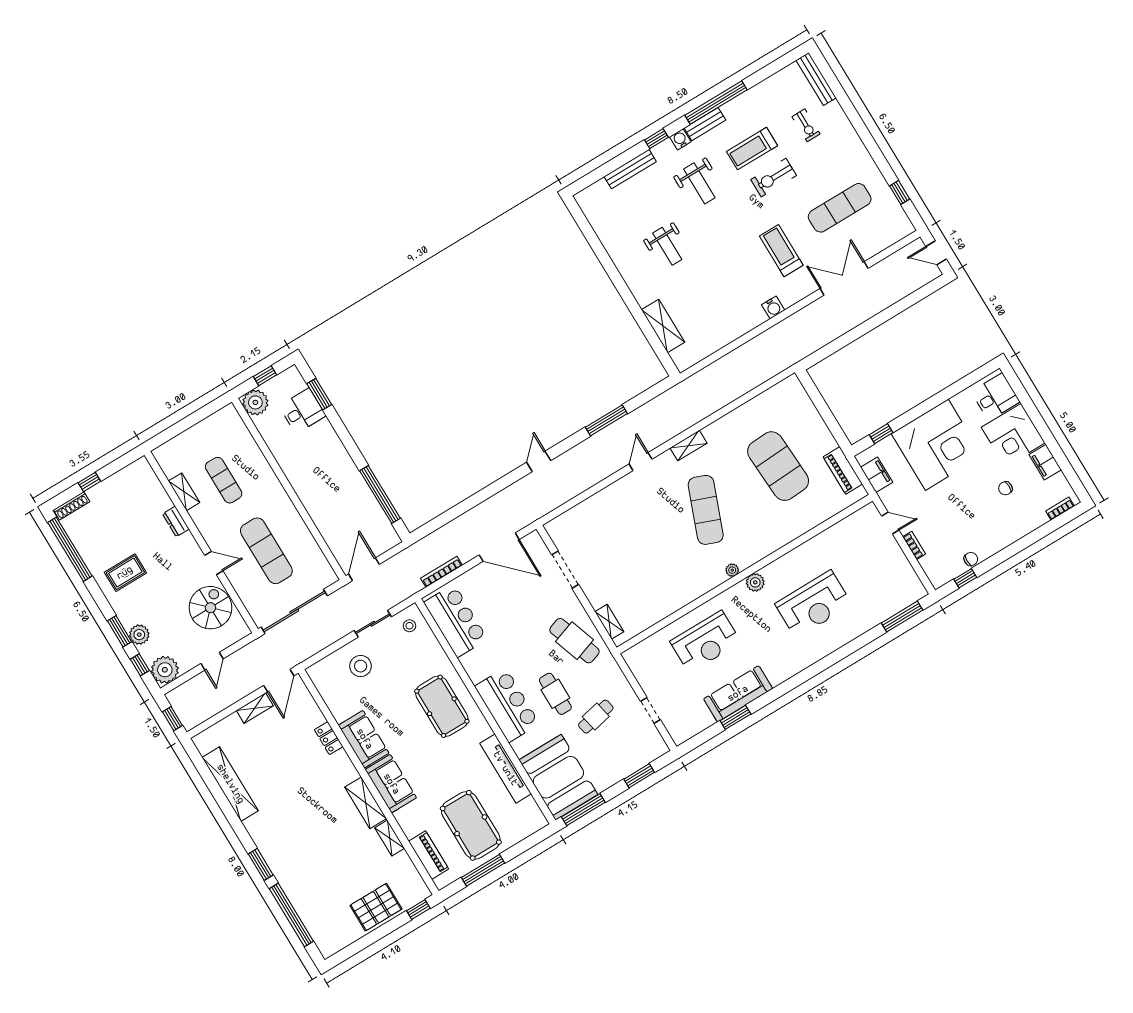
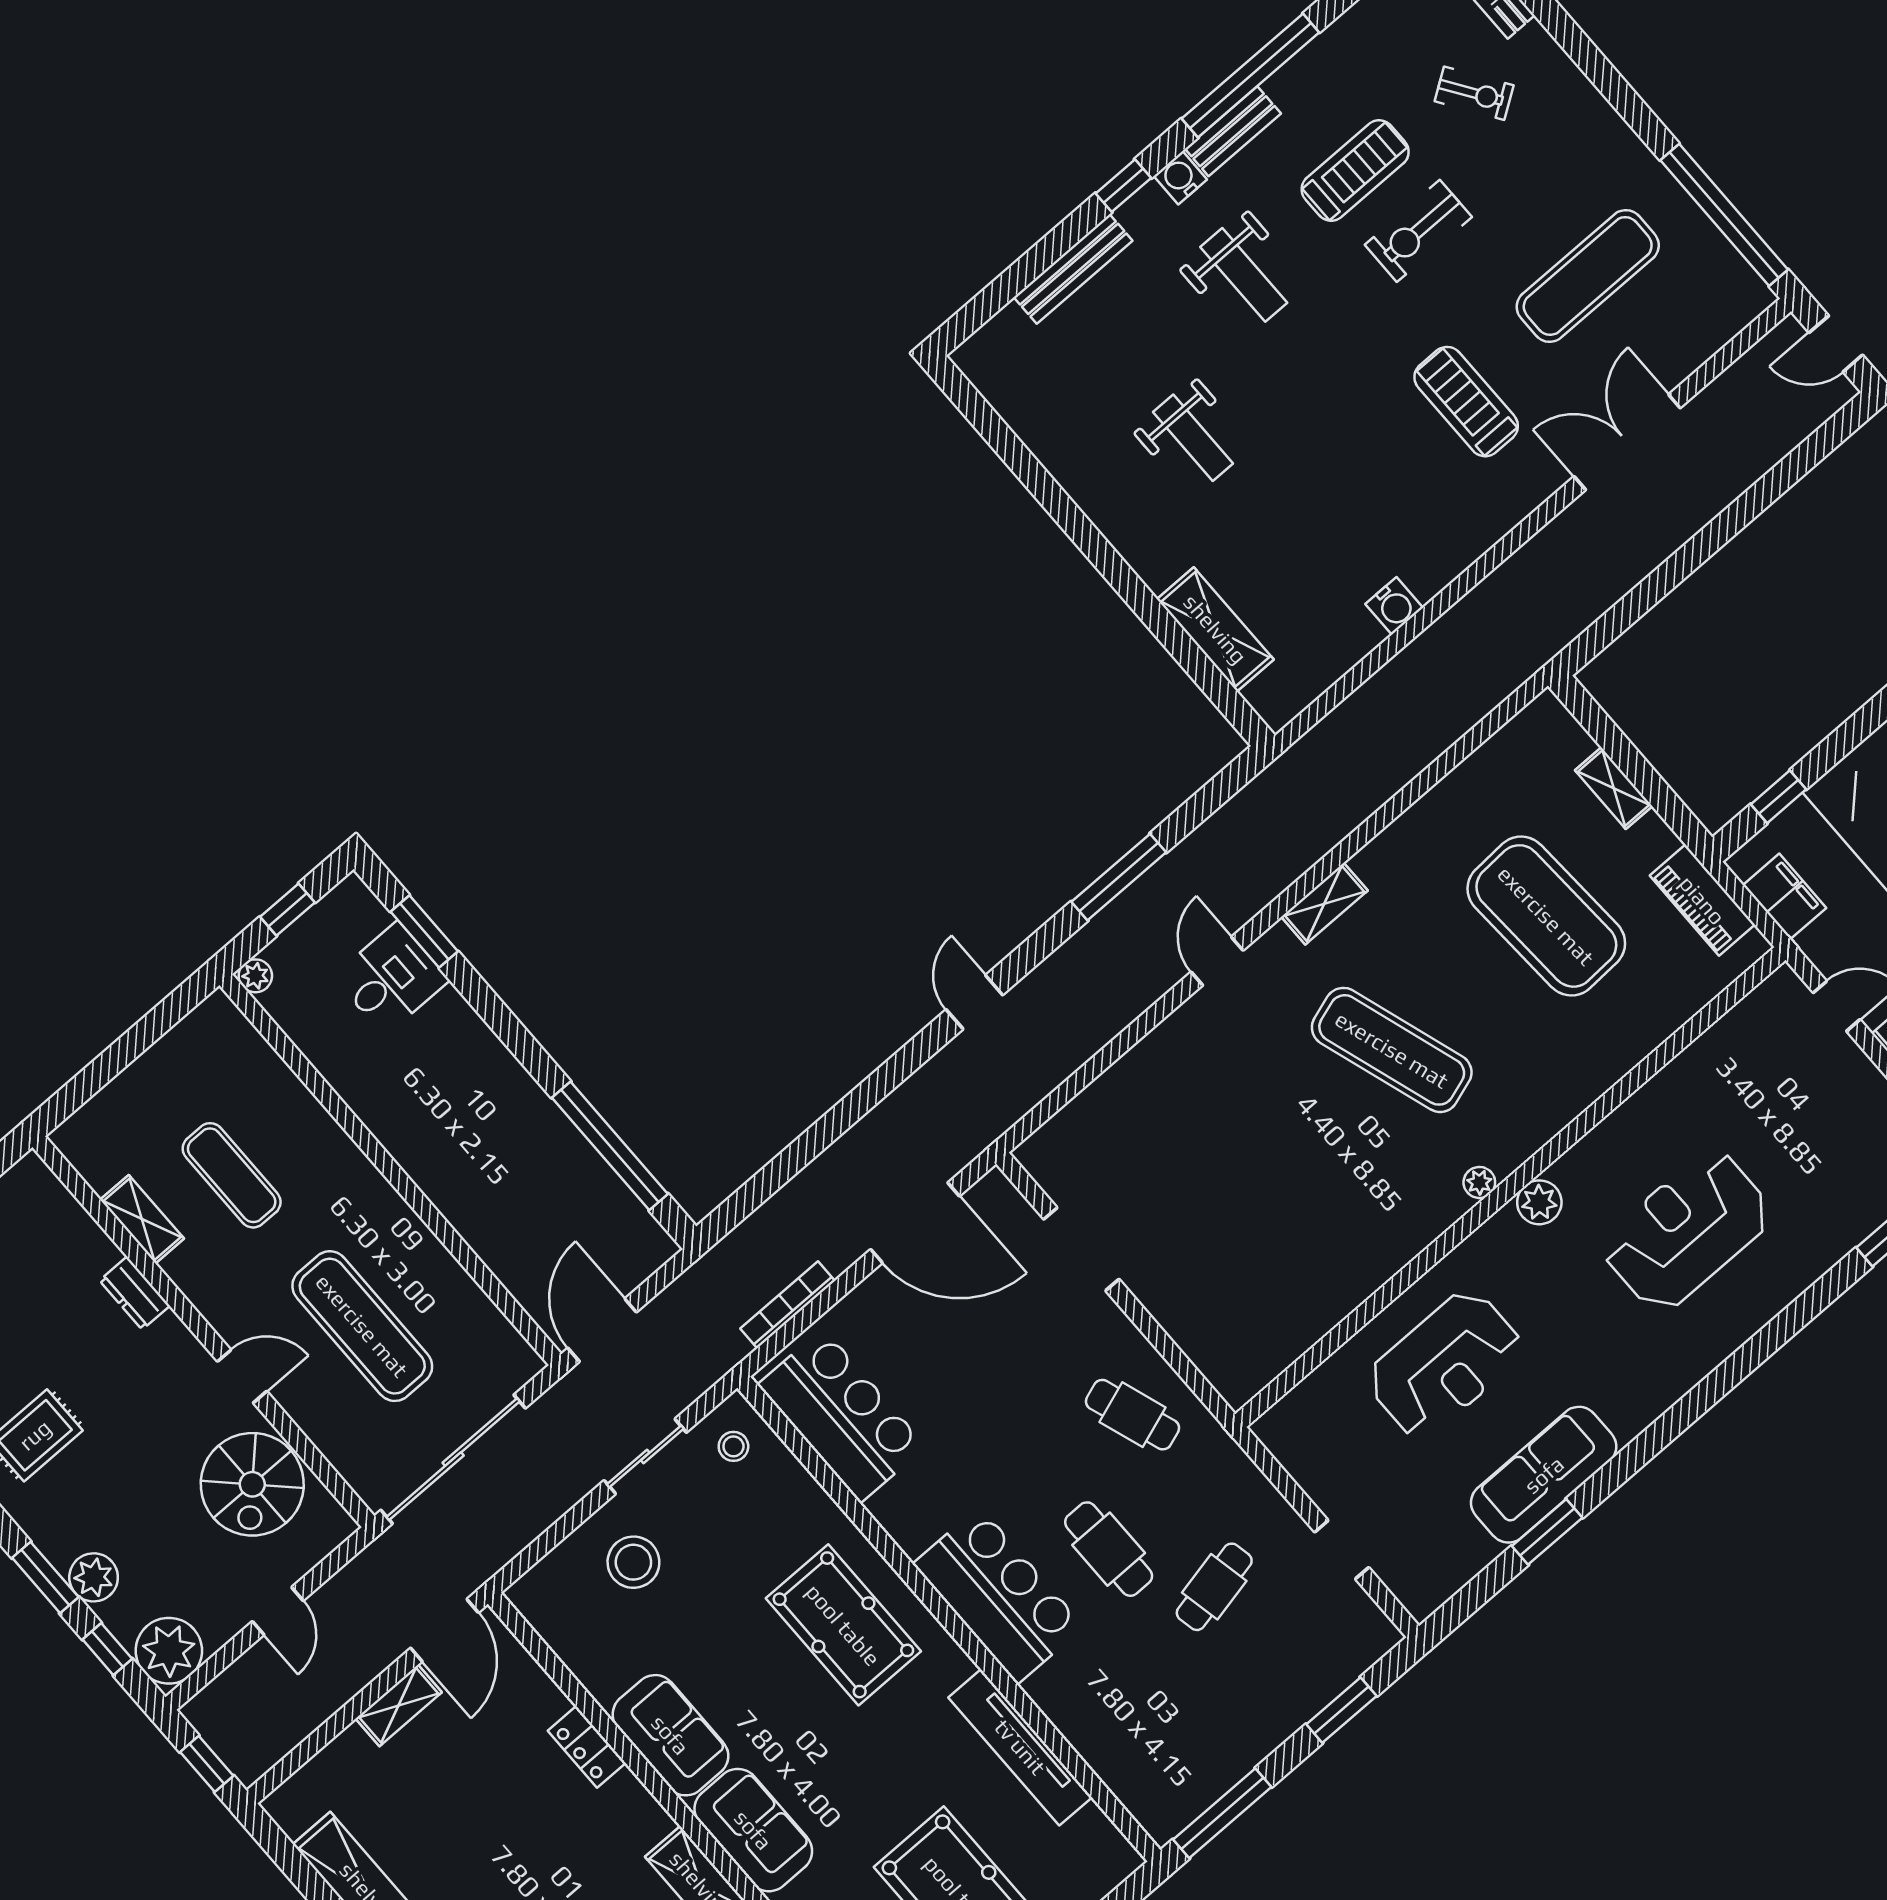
exercise bike: (806, 125) -> (1474, 93), turned -34
treadmill: (752, 149) -> (1355, 171), turned 180
window: (900, 192) -> (1724, 215), width x3.17
water cooler: (773, 307) -> (1394, 606), moved
plant: (255, 402) -> (255, 976), width x0.53, depth x0.53
exercise mat: (706, 510) -> (1392, 1050), turned -39
reception desk: (813, 604) -> (1687, 1231), turned 180
spiral stairs: (210, 608) -> (252, 1484), turned 180
shelving: (609, 622) -> (1614, 788), moved
cafe table: (574, 641) -> (1132, 1415), width x0.73, depth x0.74
booth: (558, 777) -> (1150, 1746), removed

